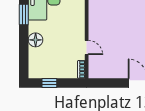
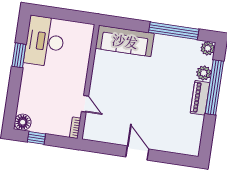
floor lamp: (36, 40) -> (23, 122), moved

